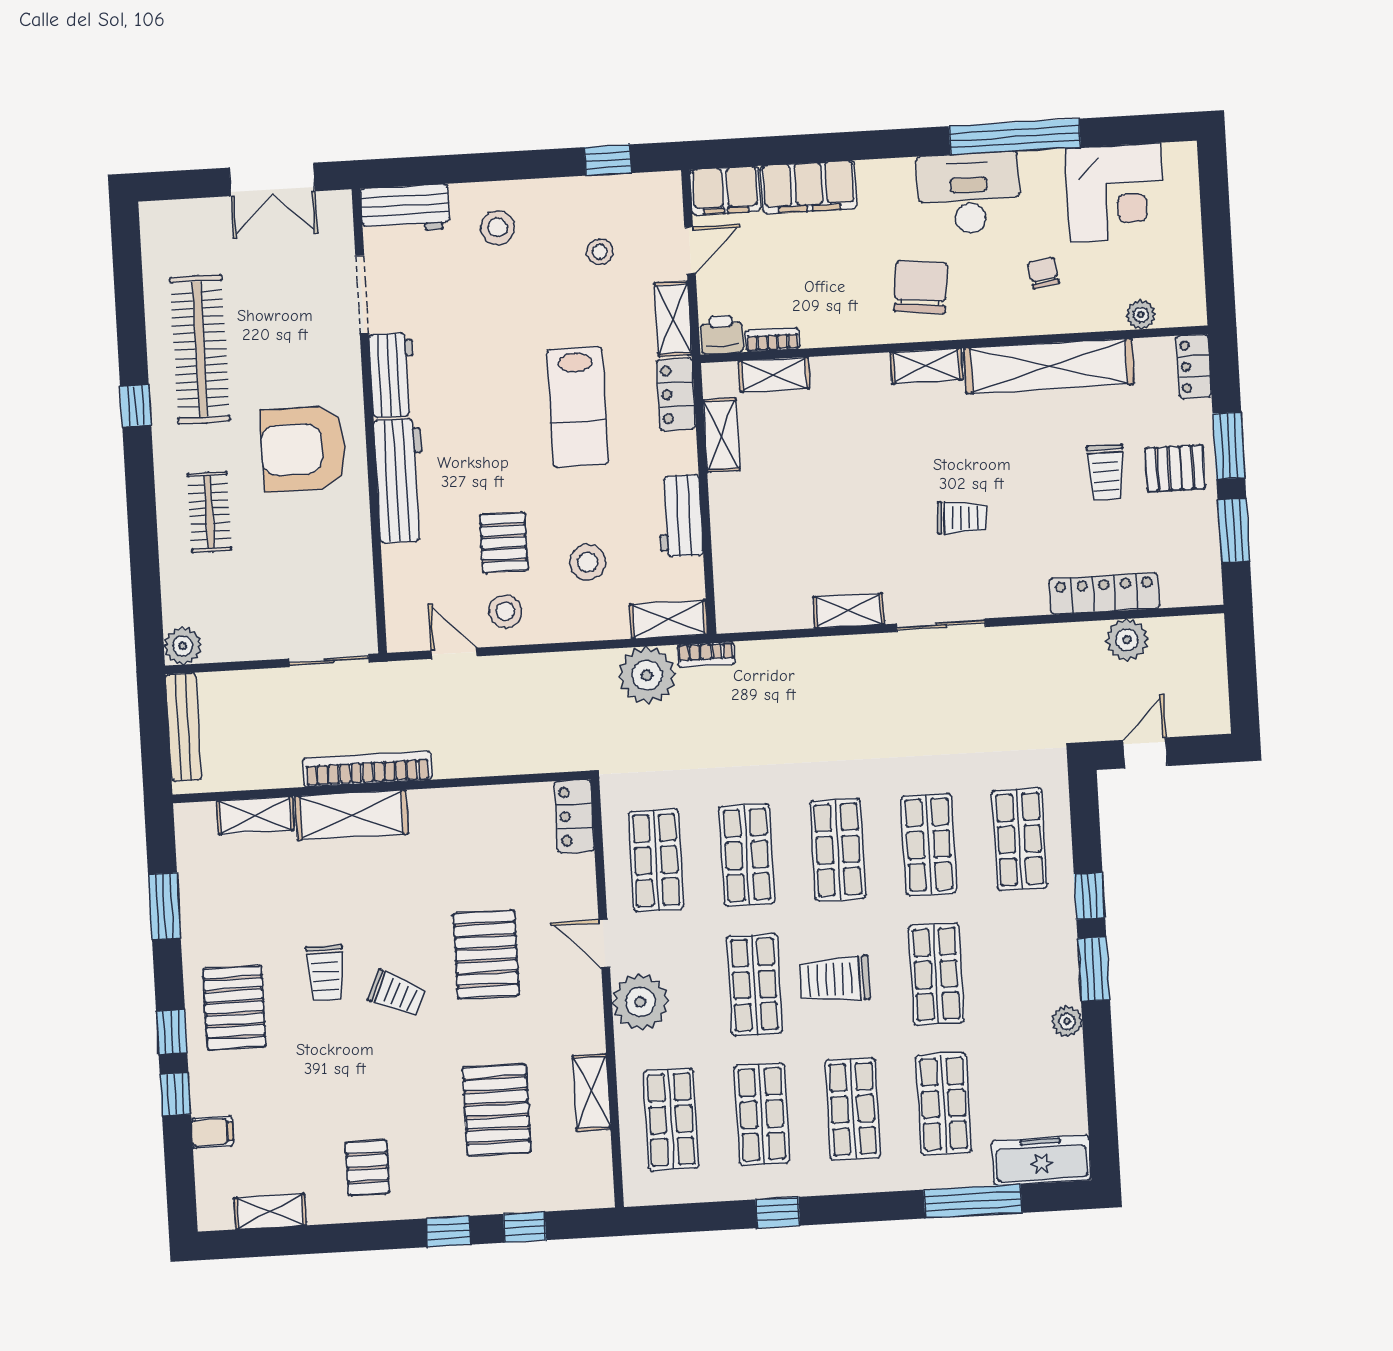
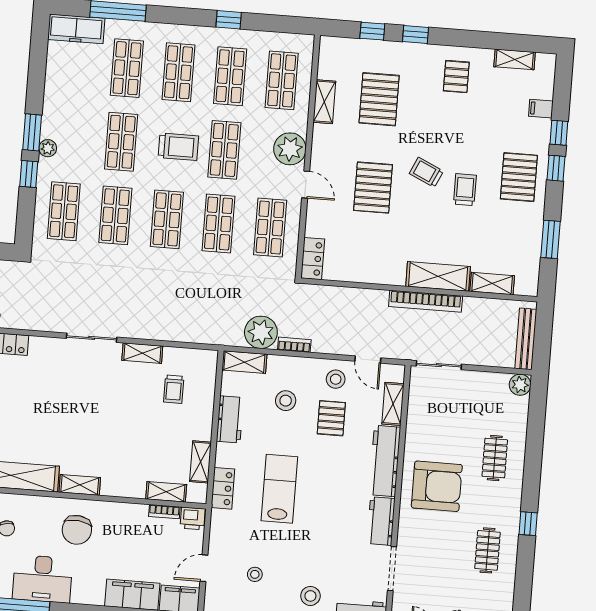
shelving: (673, 319) -> (393, 404), moved
clothes rail: (200, 349) -> (487, 550), width x0.54, depth x0.76
trolley: (962, 518) -> (174, 389), moved, turned -93
bookcase: (706, 655) -> (294, 345), moved
plant: (1067, 1021) -> (48, 148), moved

